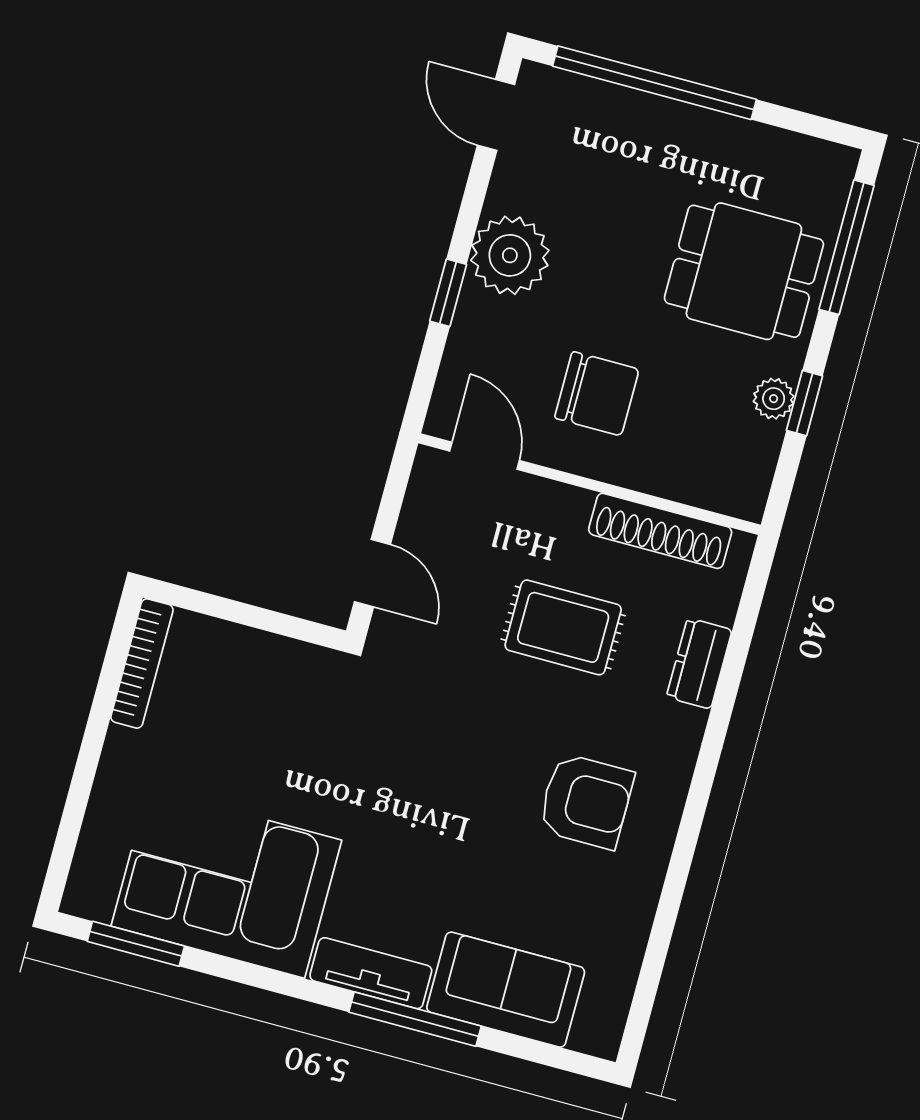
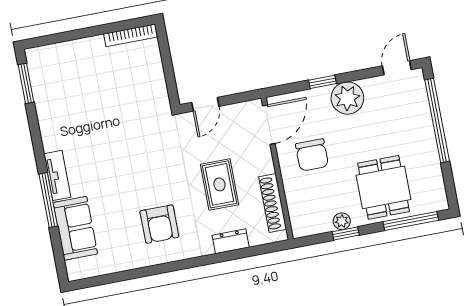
door: (484, 456) -> (269, 125), width x1.38
corner sofa: (226, 883) -> (65, 106), removed

